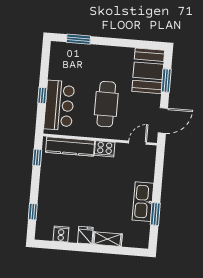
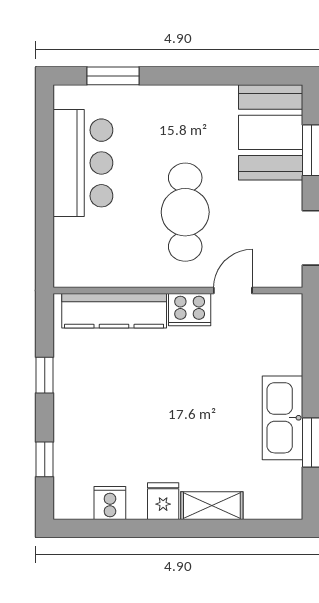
window: (42, 95) -> (45, 205), removed
bar counter: (59, 105) -> (83, 163), moved
door: (138, 143) -> (233, 291), moved
window: (37, 158) -> (45, 375), moved

